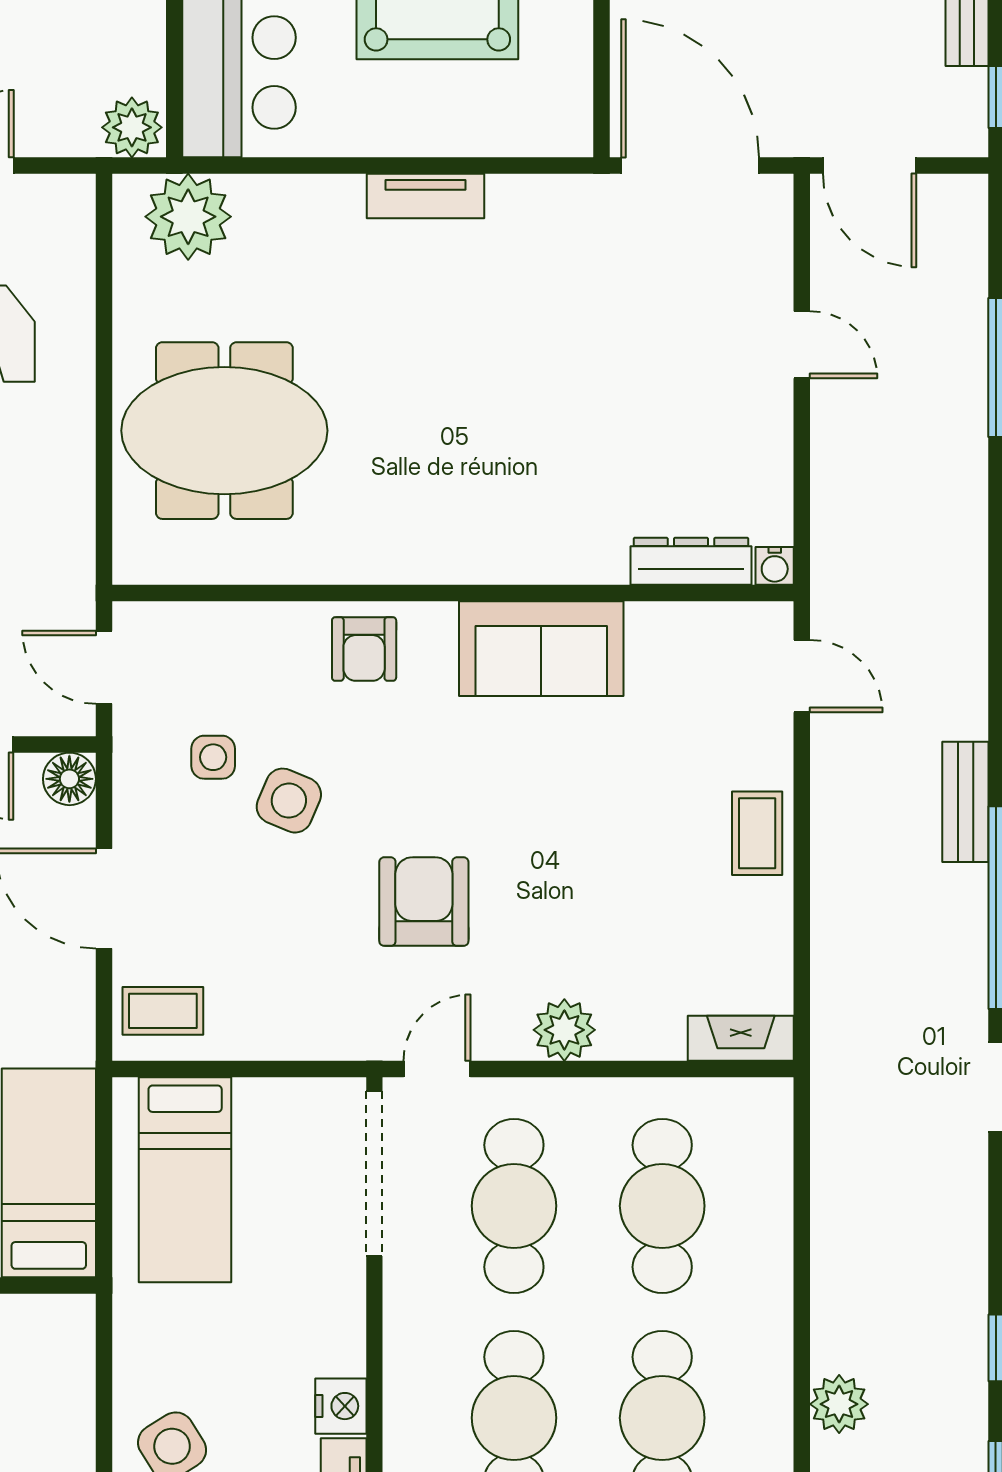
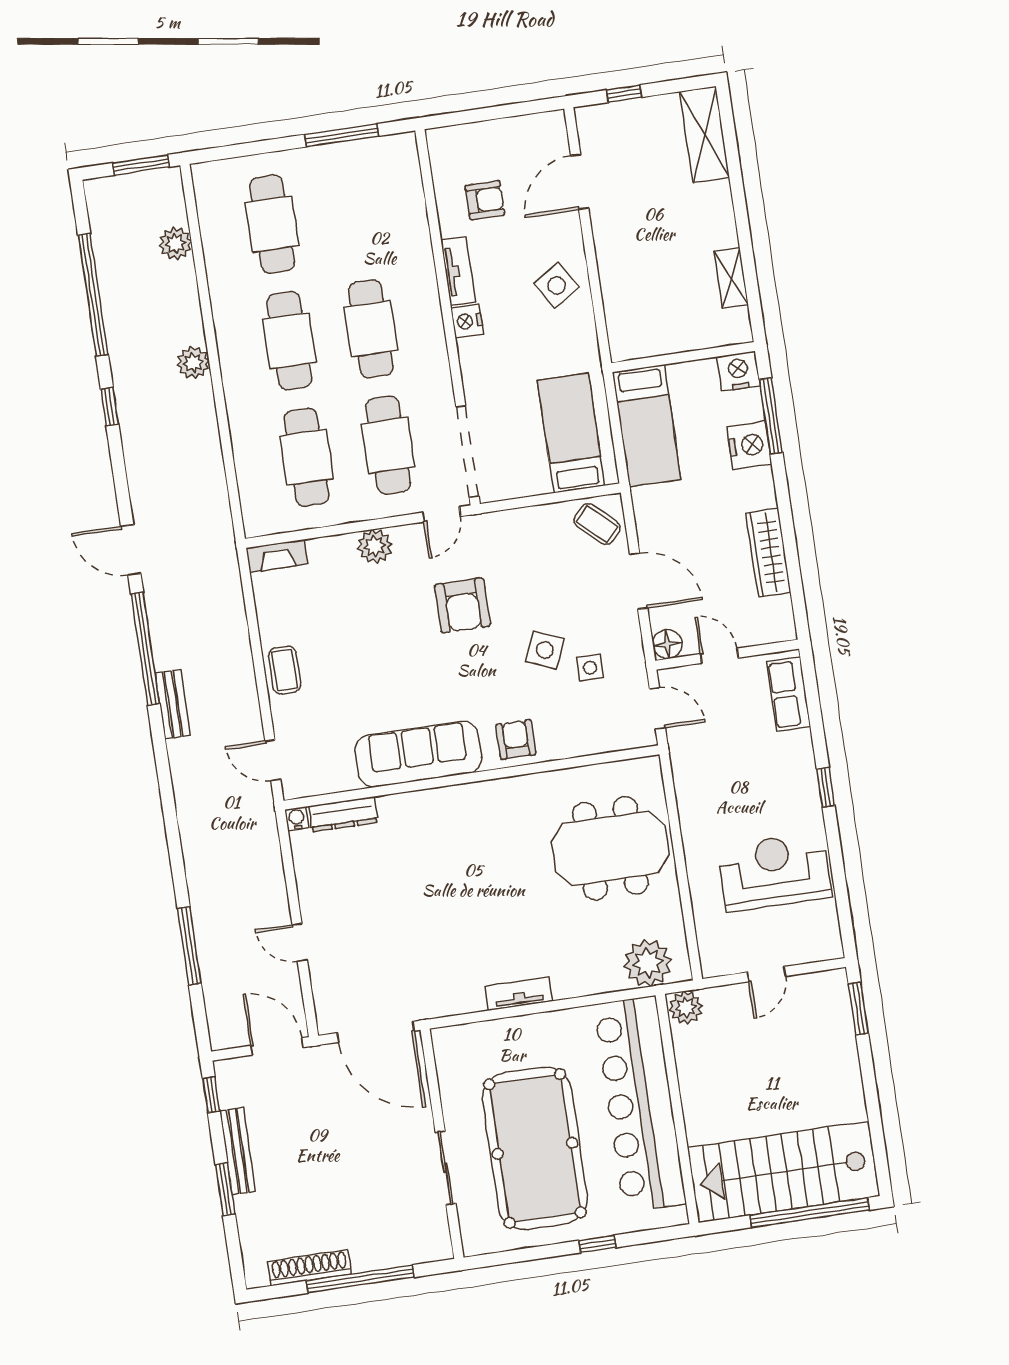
sofa: (541, 649) -> (418, 754), width x1.36
coffee table: (163, 1011) -> (597, 524), turned 43

